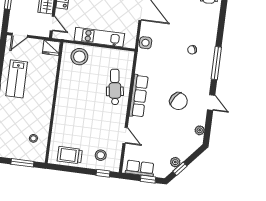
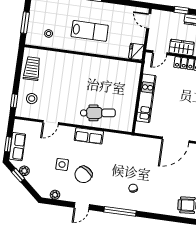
side table: (145, 43) -> (62, 164), moved
stool: (79, 57) -> (127, 79), removed
lab bench: (17, 79) -> (90, 31), moved, turned 180
row of seats: (139, 96) -> (89, 136), width x0.68
row of seats: (140, 168) -> (17, 147), moved

